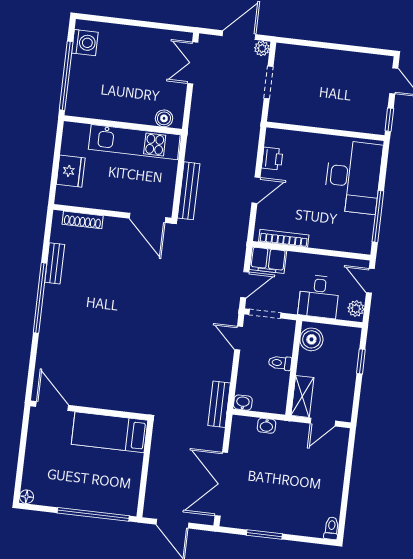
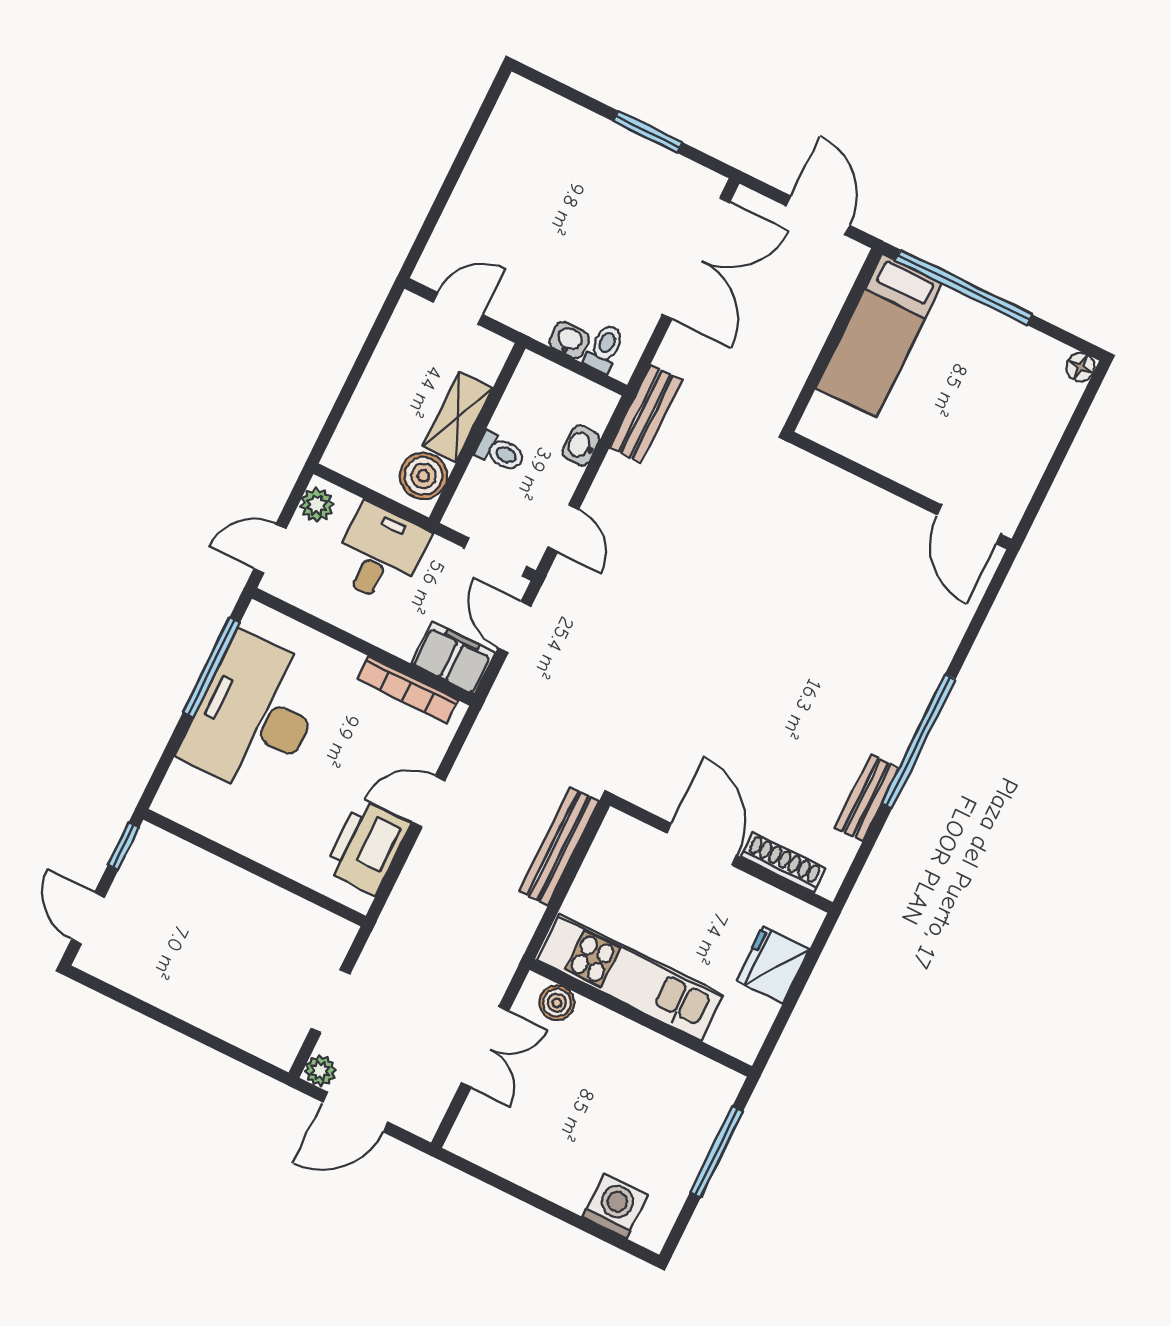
washing machine: (85, 43) -> (615, 1206), moved, turned 90
double door: (193, 63) -> (485, 1047), moved
window: (66, 76) -> (717, 1152), width x0.68
printer: (272, 159) -> (367, 847), width x1.87, depth x1.48
desk: (353, 177) -> (254, 716), moved
door: (147, 218) -> (702, 844), moved
door: (370, 281) -> (270, 549), swing flipped
door: (245, 285) -> (515, 627), hinge flipped
window: (361, 361) -> (343, 400), removed
shelving: (302, 396) -> (458, 417), moved
washbasin: (243, 403) -> (581, 445), moved, turned 90
bed: (110, 432) -> (879, 336), moved, turned 90
toilet: (331, 528) -> (604, 348), moved, turned 180

